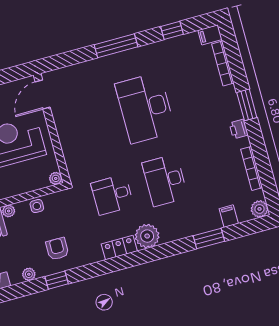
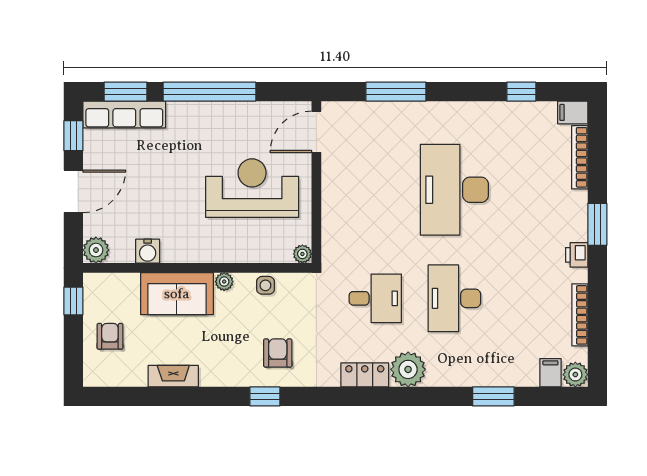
window: (116, 46) -> (396, 92), moved
desk: (112, 195) -> (375, 298), turned 180
filing cabinet: (229, 216) -> (550, 373), moved
plant: (29, 274) -> (228, 378), removed

